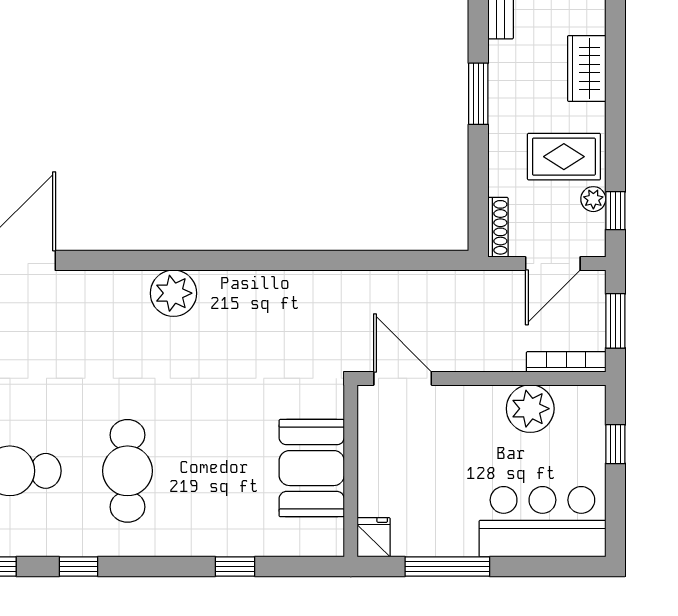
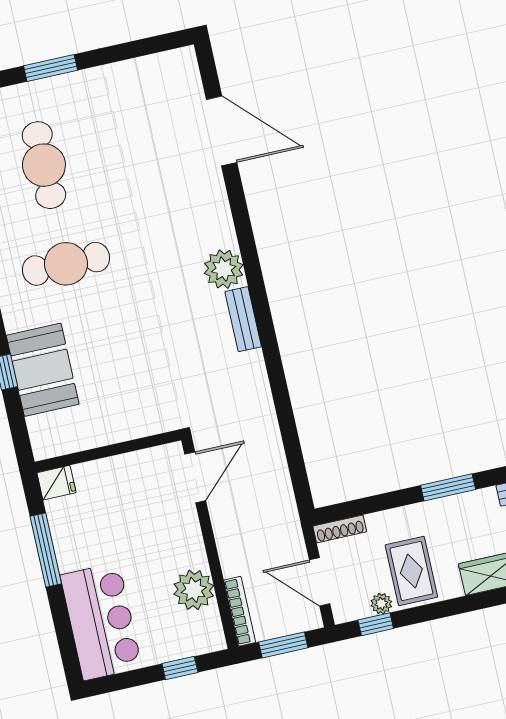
bench: (235, 284) -> (243, 319), added
booth: (312, 468) -> (43, 370), moved, turned 90

